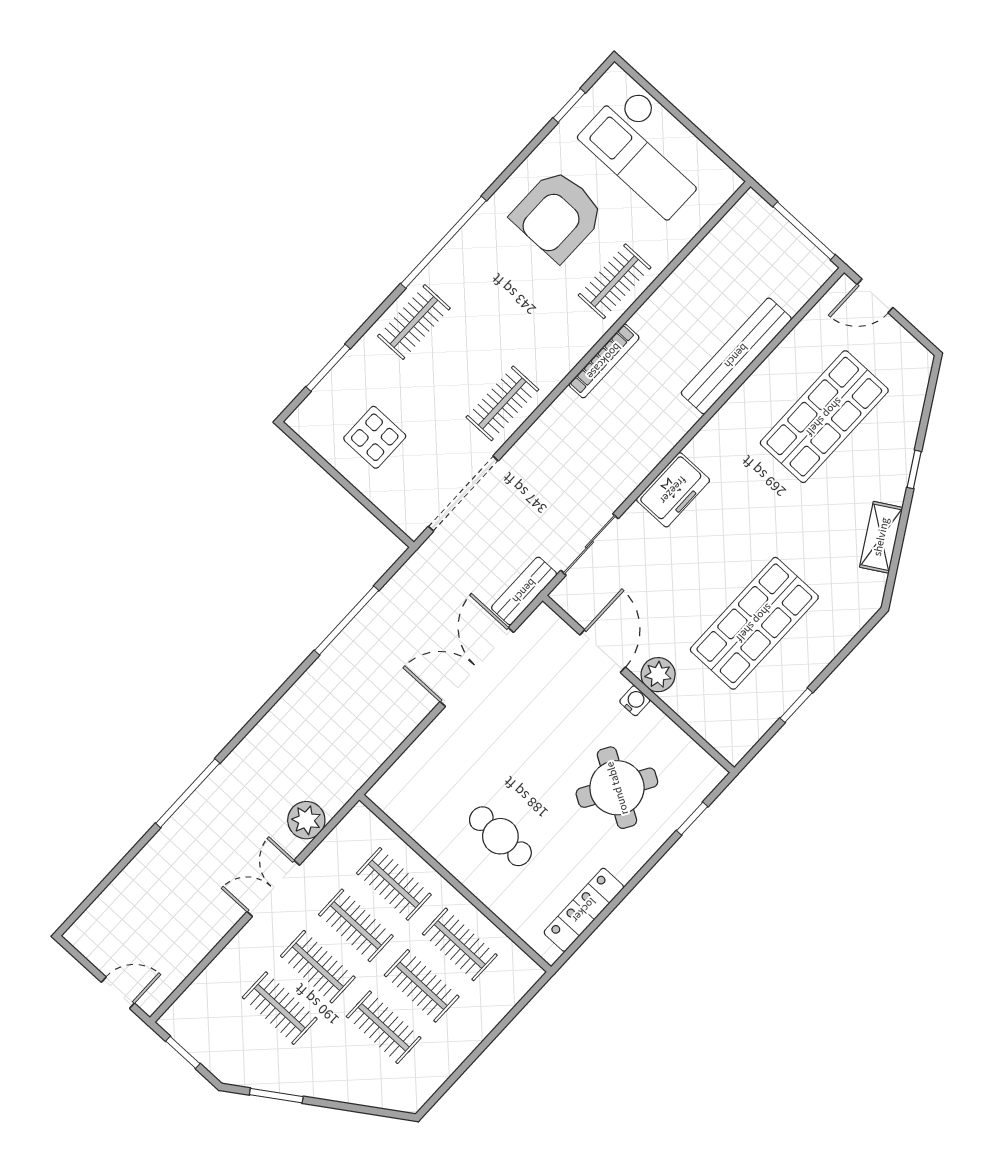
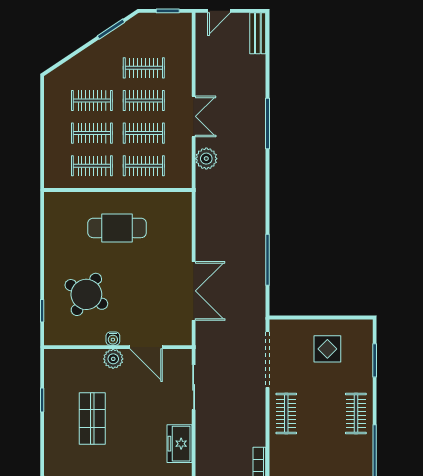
bench: (524, 591) -> (258, 33), moved
shop shelf: (754, 623) -> (92, 419), width x0.70, depth x0.74
cafe table: (500, 836) -> (117, 228), width x1.37, depth x1.35
locker: (584, 910) -> (53, 229), removed

